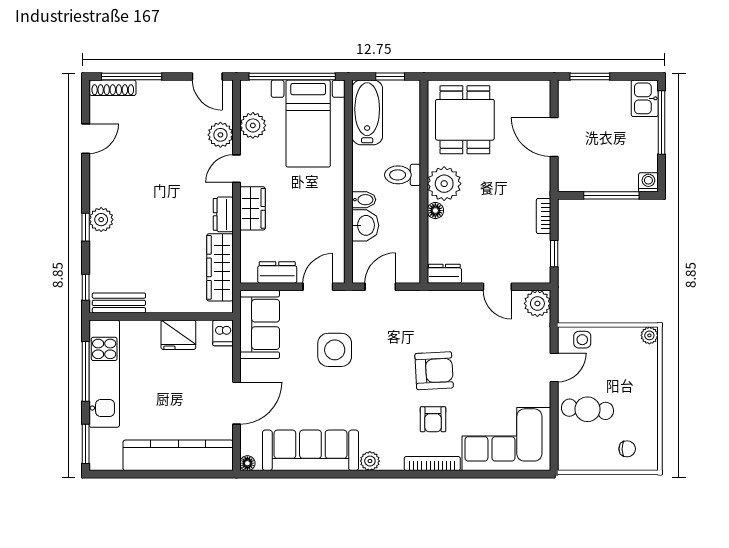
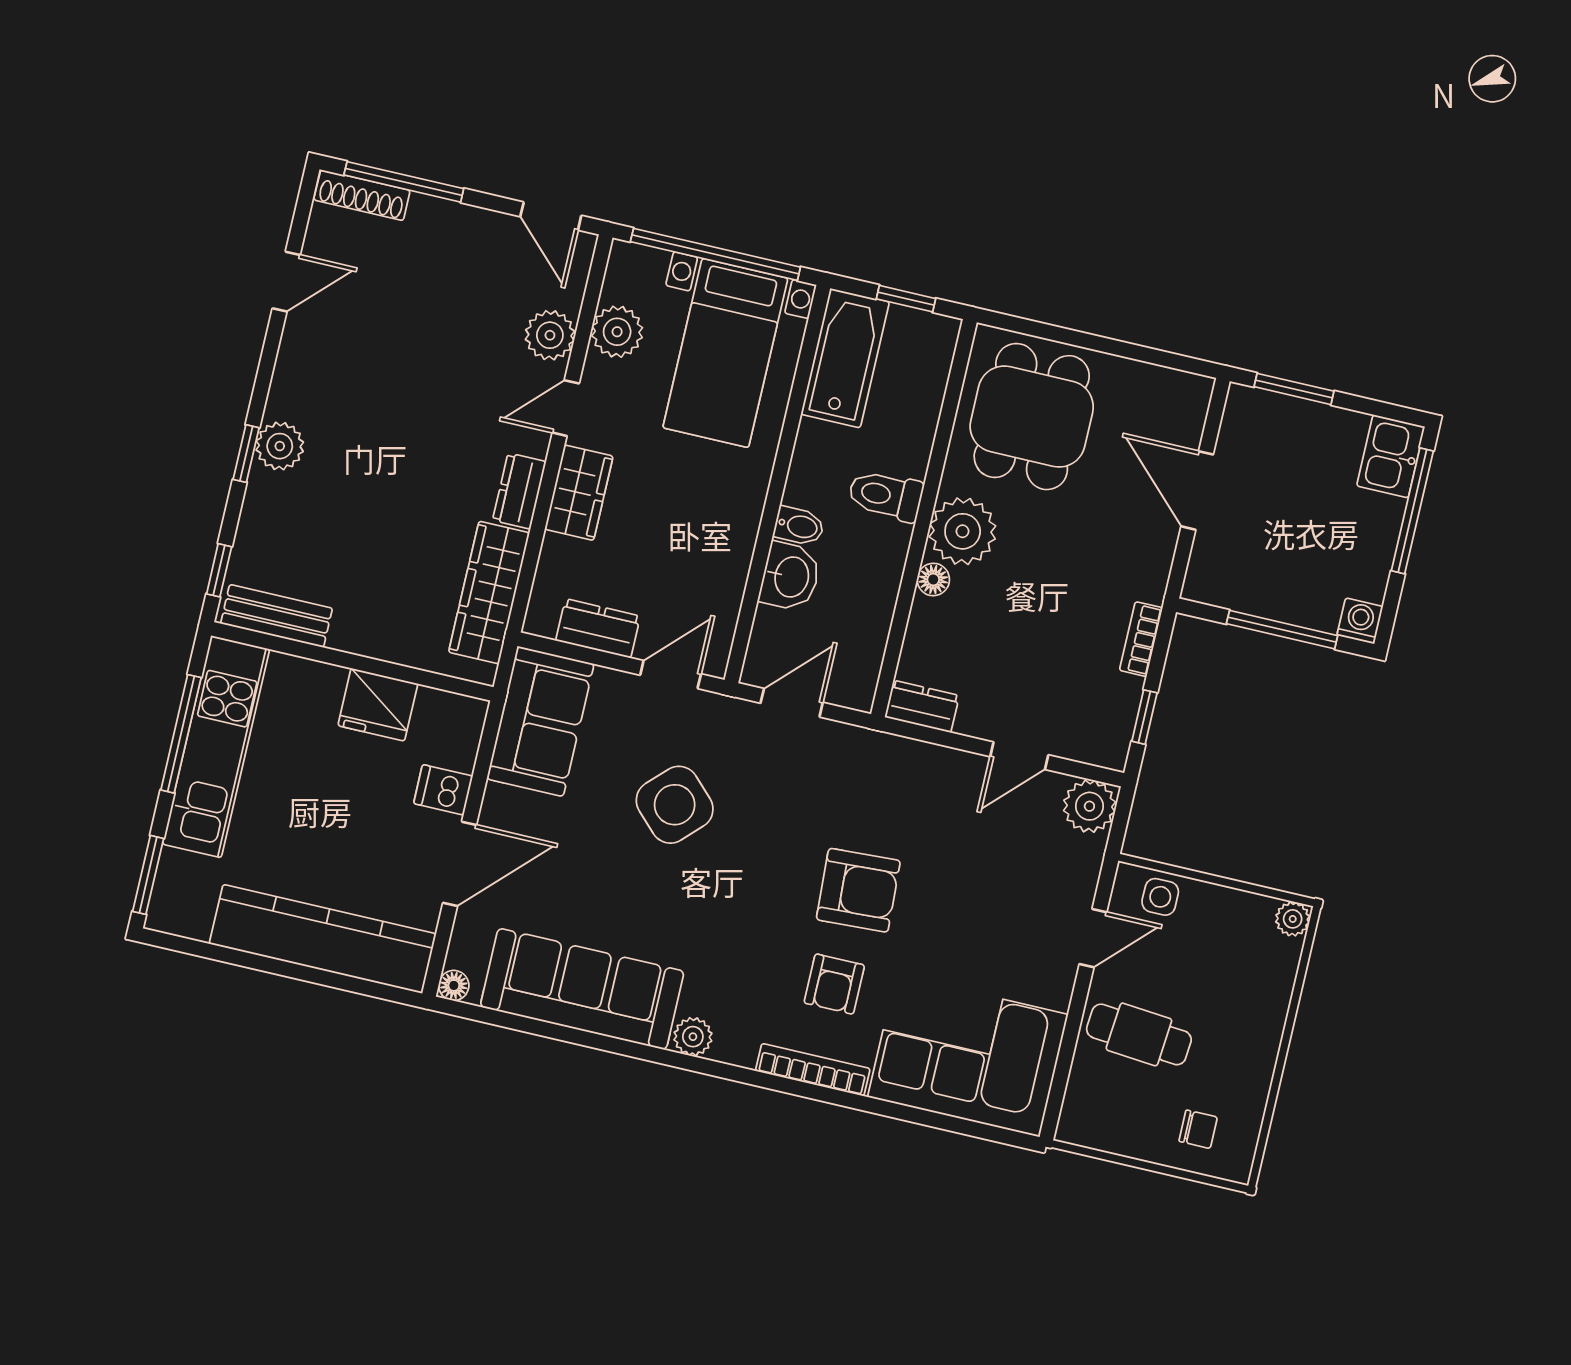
door: (497, 287) -> (1019, 756), hinge flipped
dishwasher: (223, 333) -> (443, 790), moved, turned 90
side table: (335, 350) -> (675, 805), turned 45

